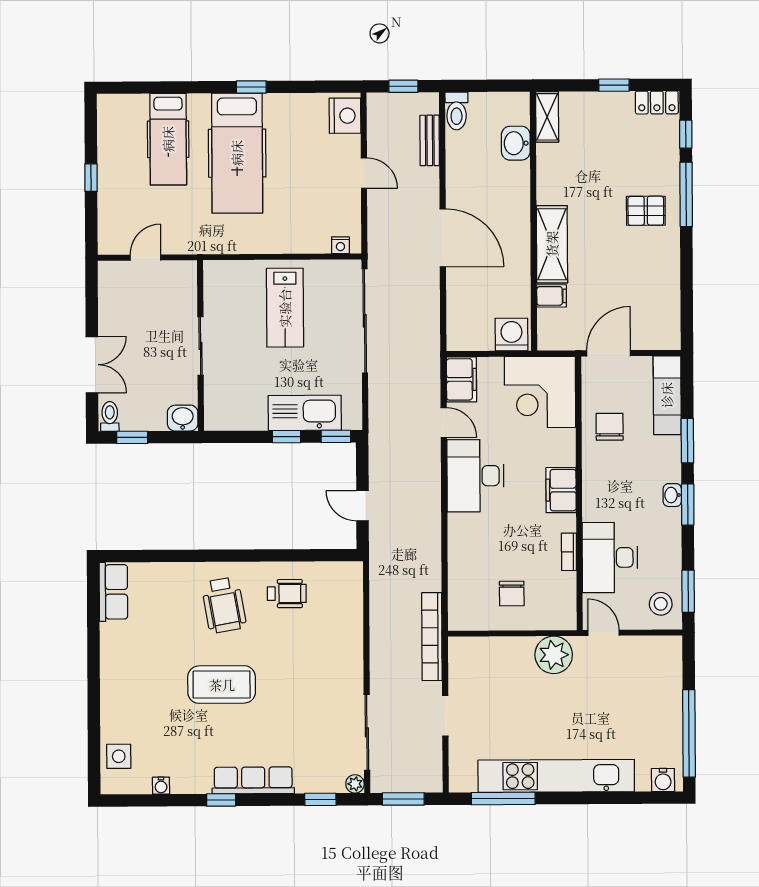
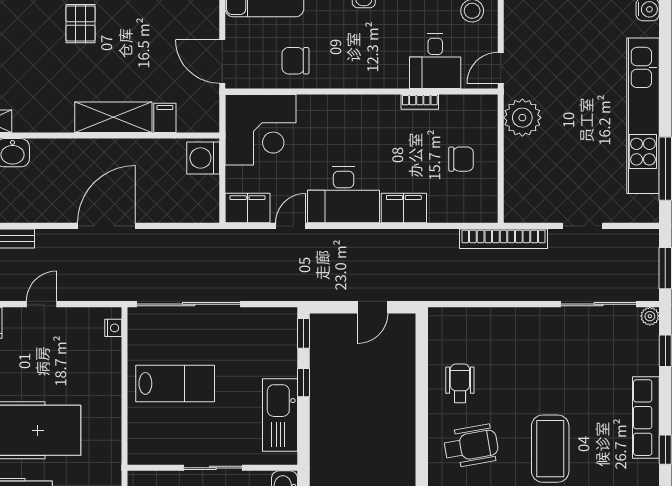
kitchen sink: (305, 413) -> (280, 415), moved
filing cabinet: (561, 490) -> (404, 208), moved, turned 180
desk: (610, 558) -> (435, 61), width x0.73

